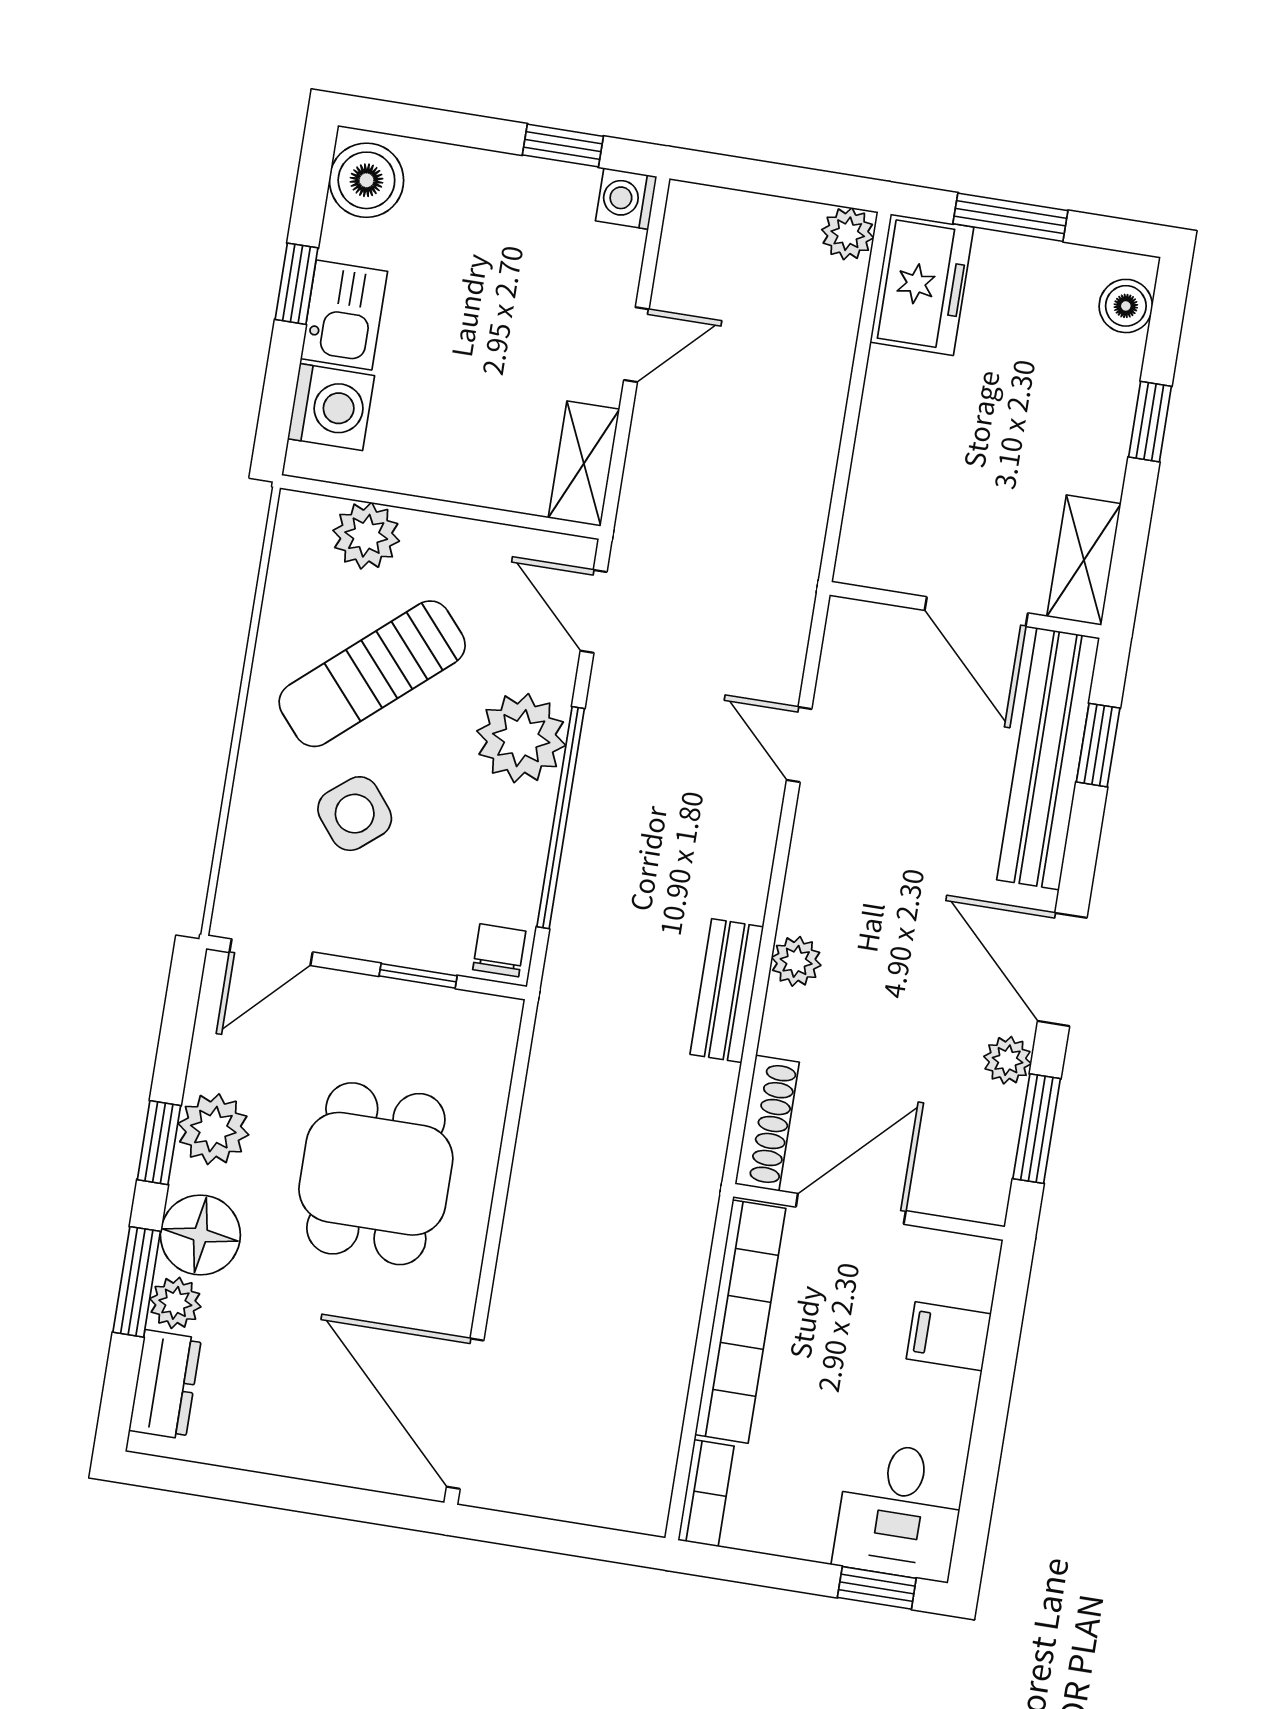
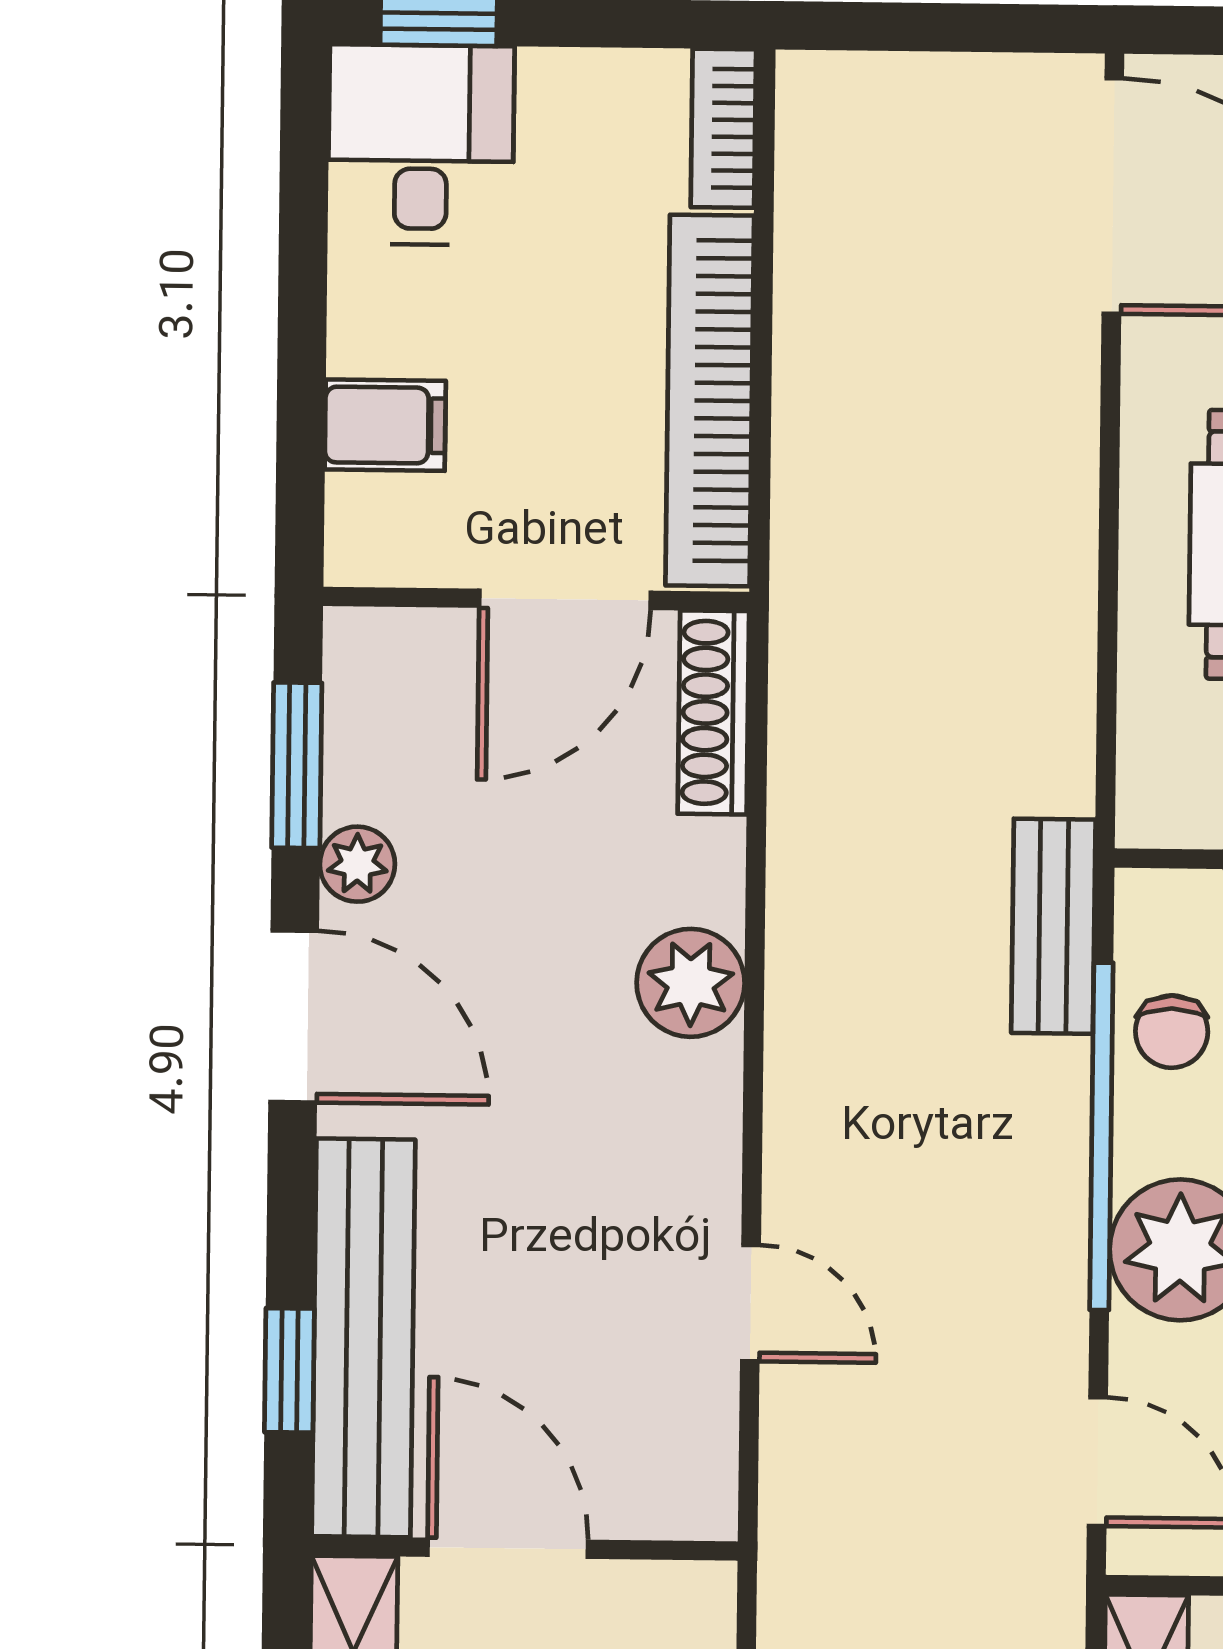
chair: (499, 950) -> (1172, 1032), moved
plant: (796, 961) -> (691, 983), width x1.38, depth x1.38
bench: (727, 991) -> (1053, 926), moved

